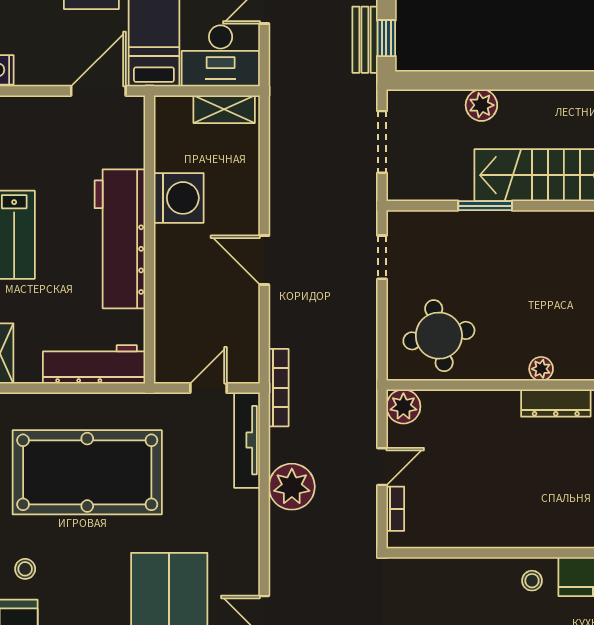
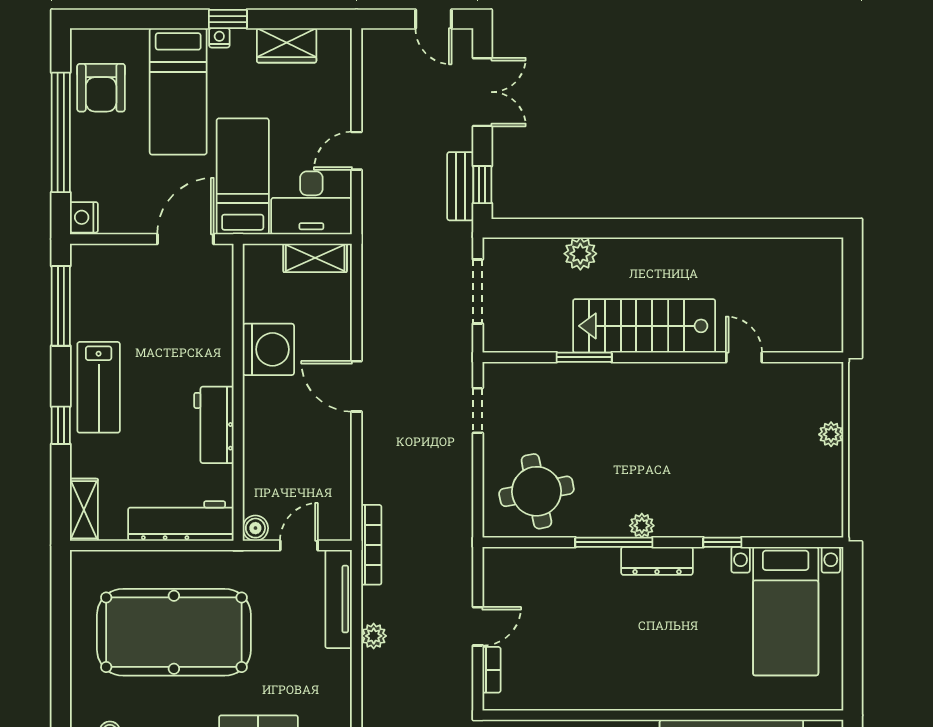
workbench: (120, 239) -> (214, 425), width x0.53, depth x0.76
door: (264, 260) -> (356, 386), moved
boiler: (166, 371) -> (255, 528), added
window: (514, 385) -> (614, 542), added
plant: (403, 407) -> (500, 564), removed
plant: (292, 487) -> (374, 636), width x0.53, depth x0.53

